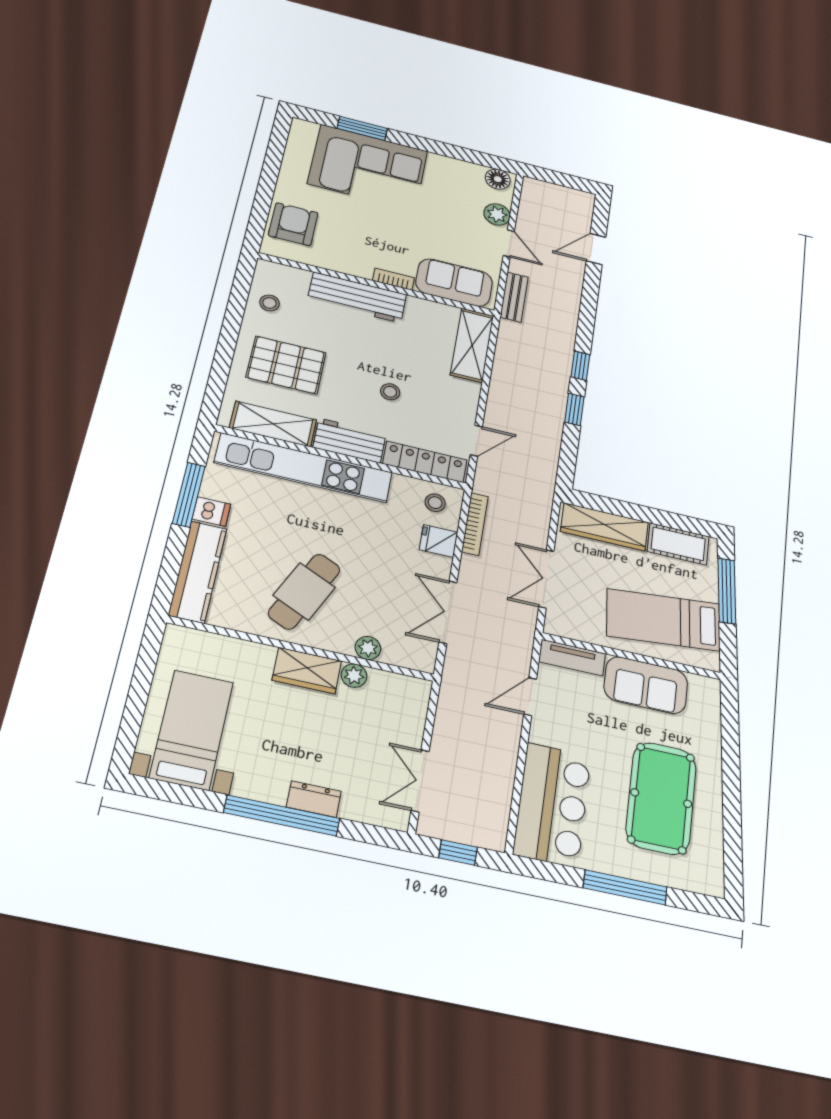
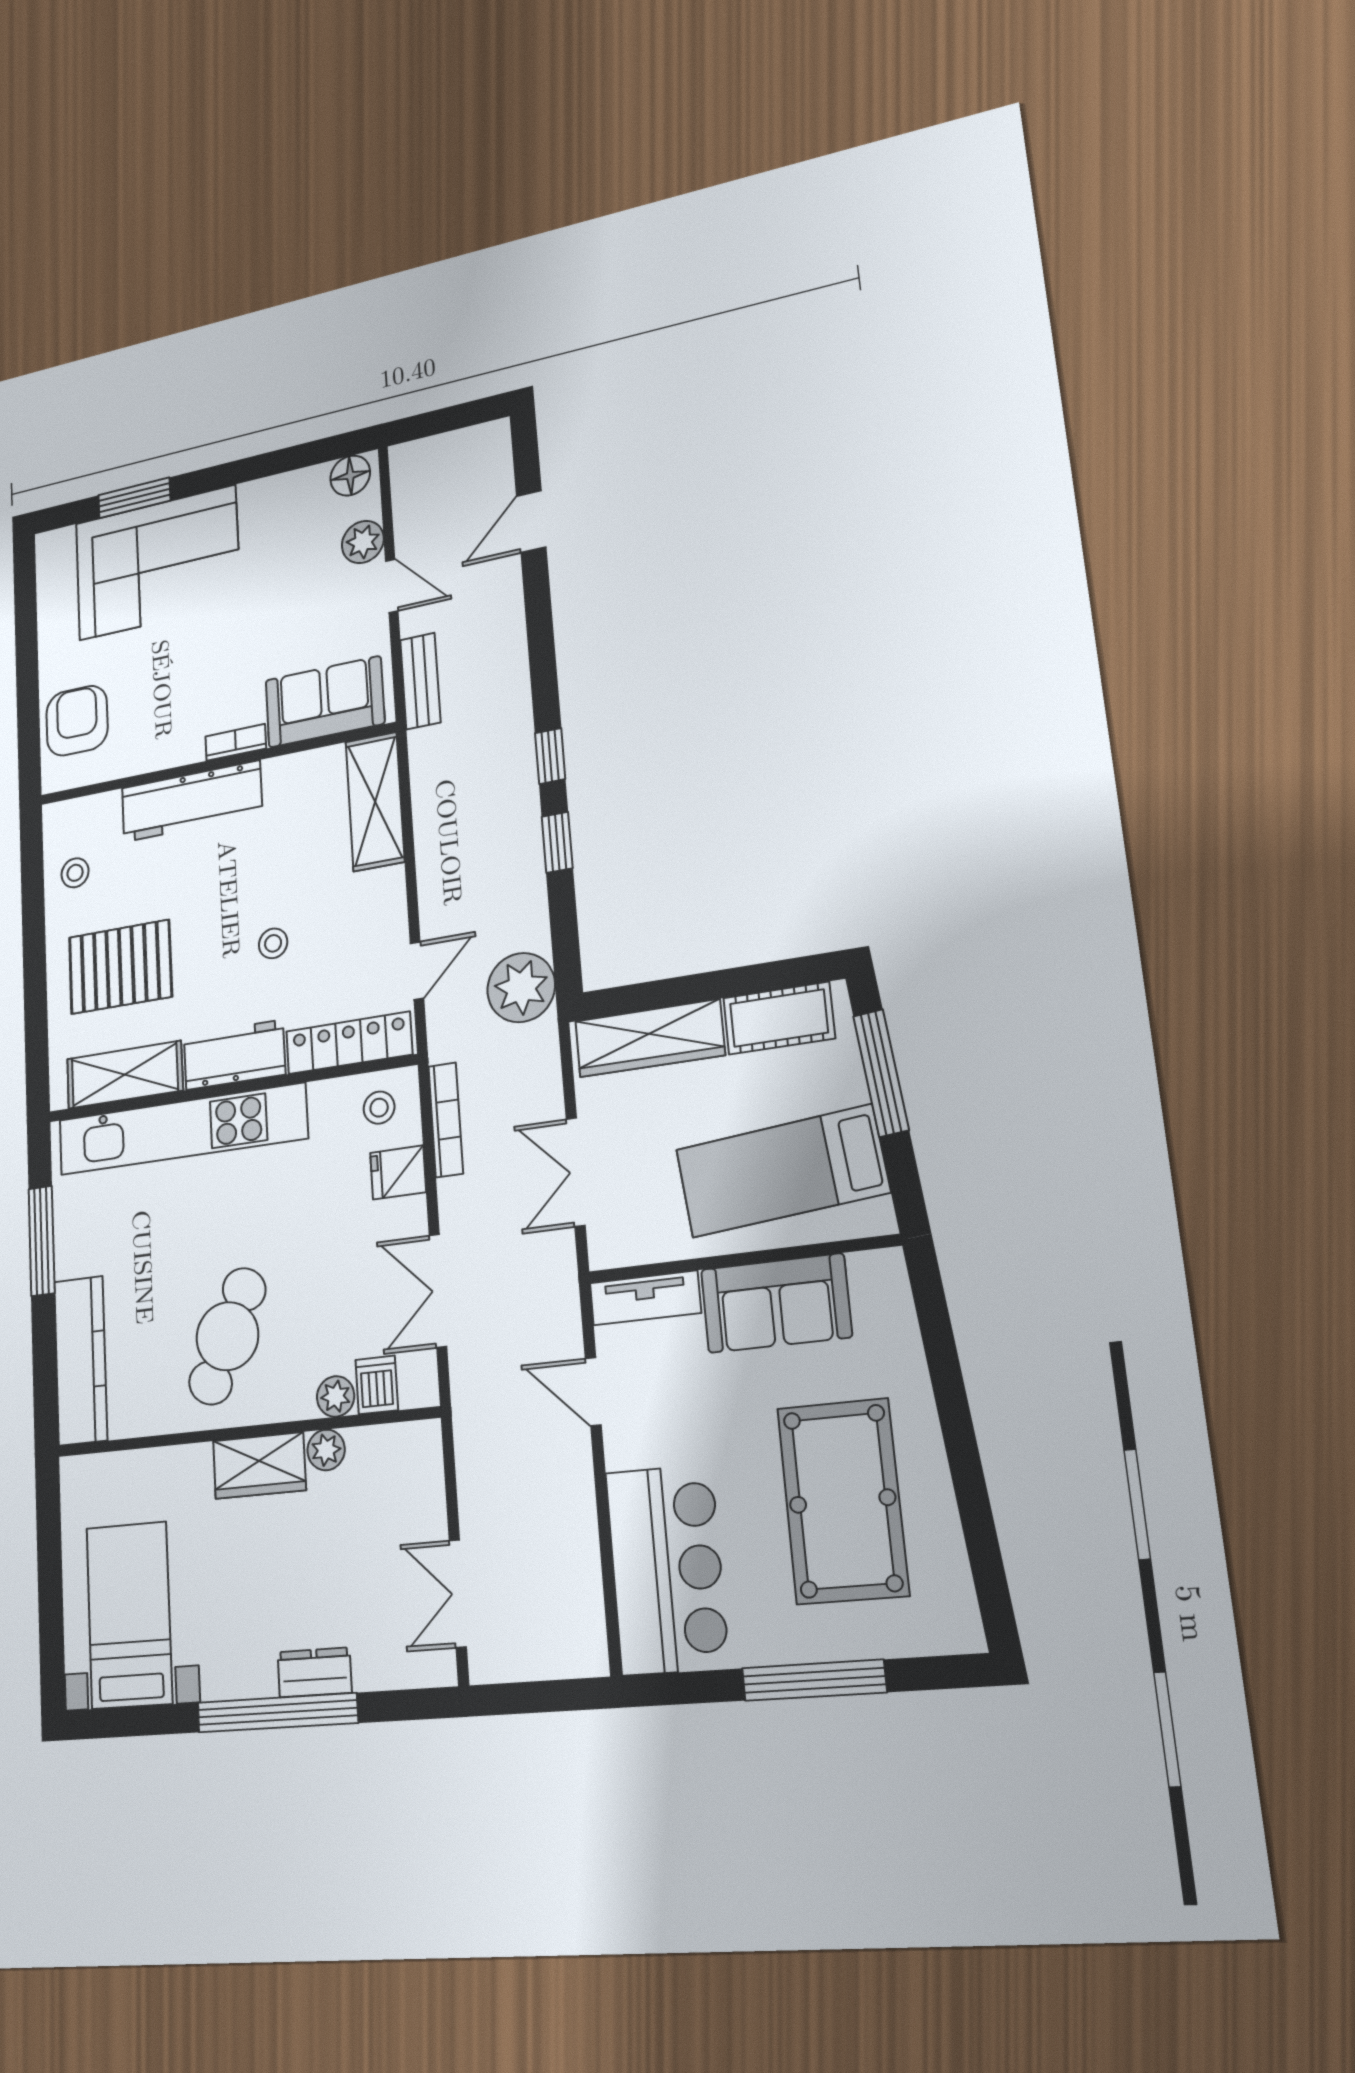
plant: (536, 473) -> (521, 988), added
dishwasher: (211, 512) -> (377, 1385), moved, turned -90
door: (530, 697) -> (593, 1392), hinge flipped
window: (458, 852) -> (539, 1697), removed

